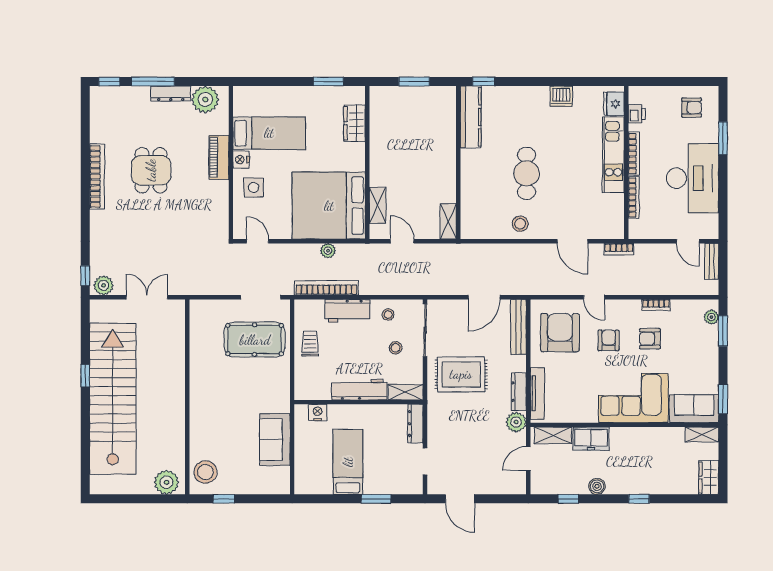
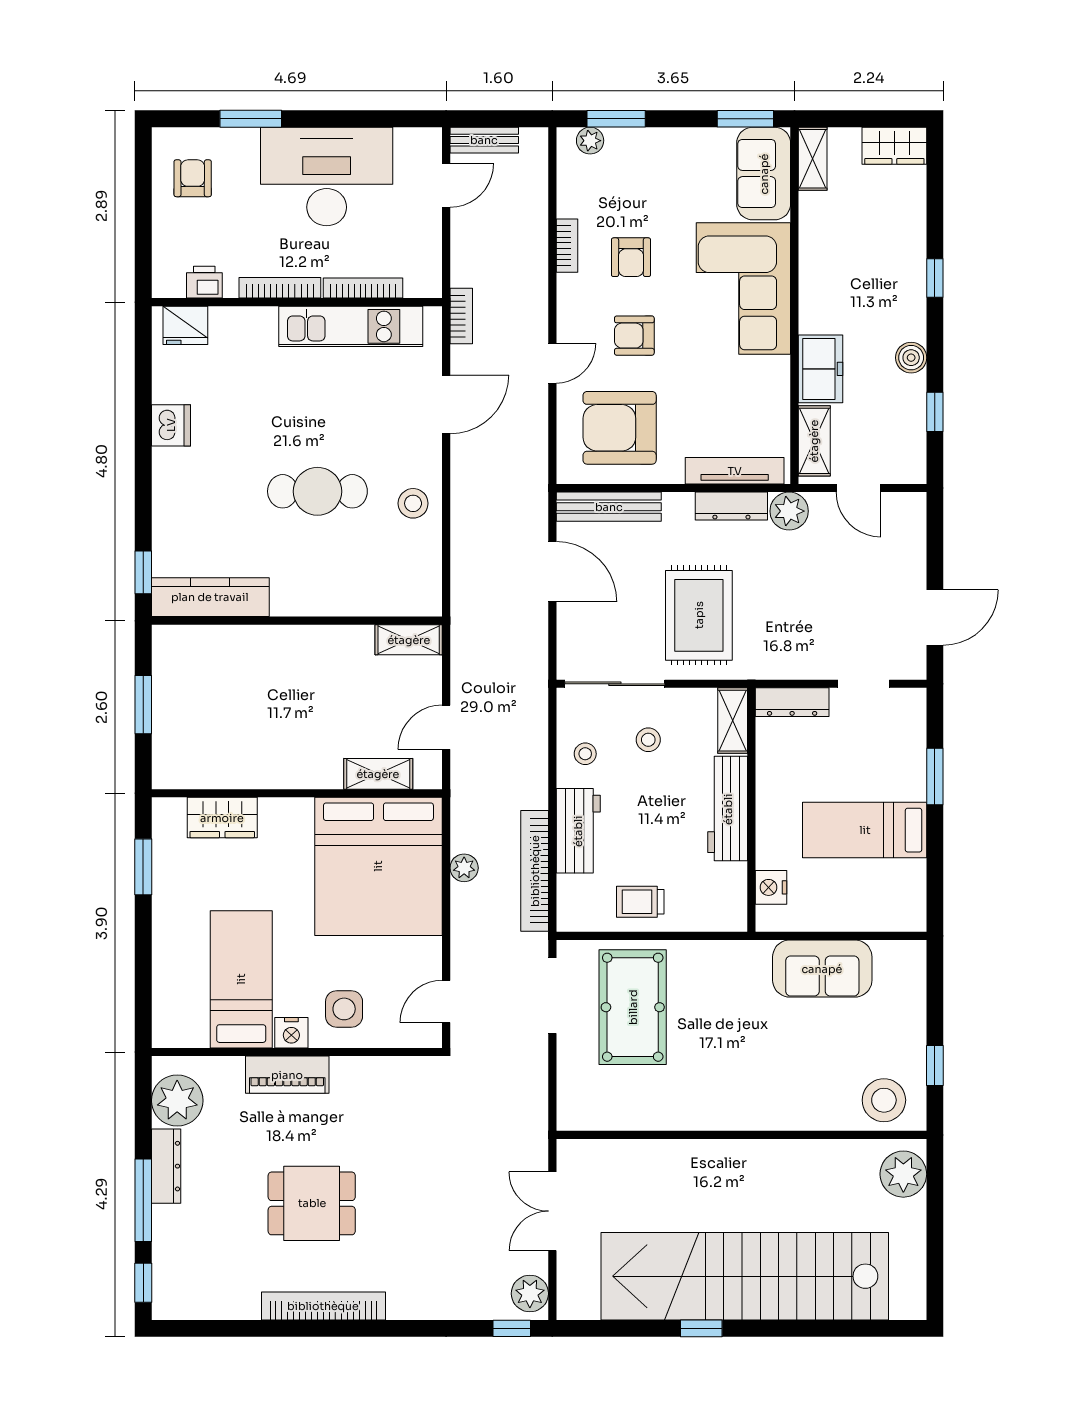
kitchen unit: (613, 155) -> (351, 326), moved

